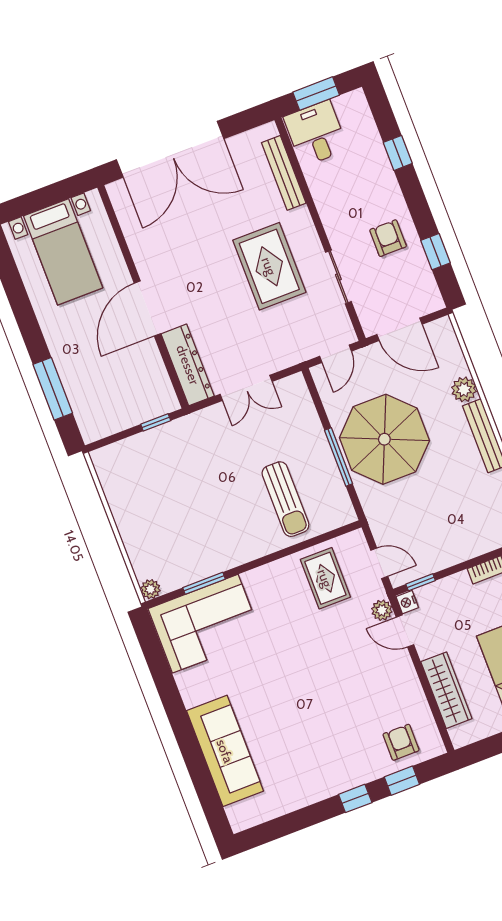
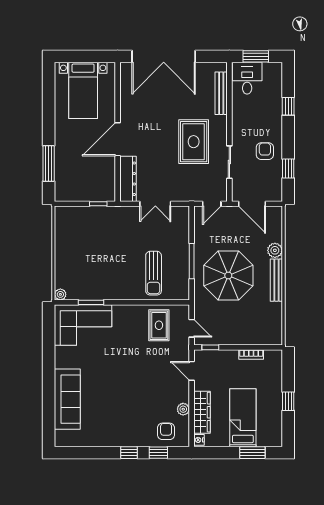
parasol: (384, 439) -> (228, 276), moved
nightstand: (407, 602) -> (199, 440), moved
plant: (382, 610) -> (183, 409), moved

